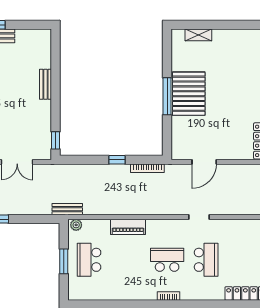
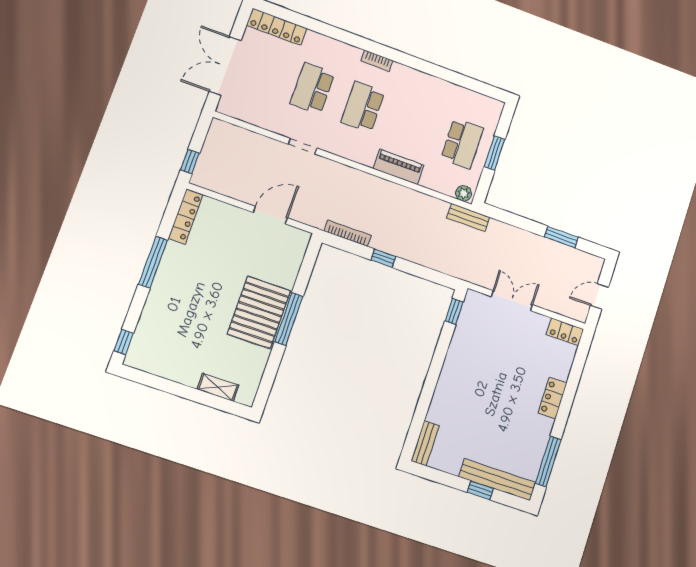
bench: (46, 84) -> (425, 443), moved
school desk: (167, 260) -> (363, 107), turned 90

